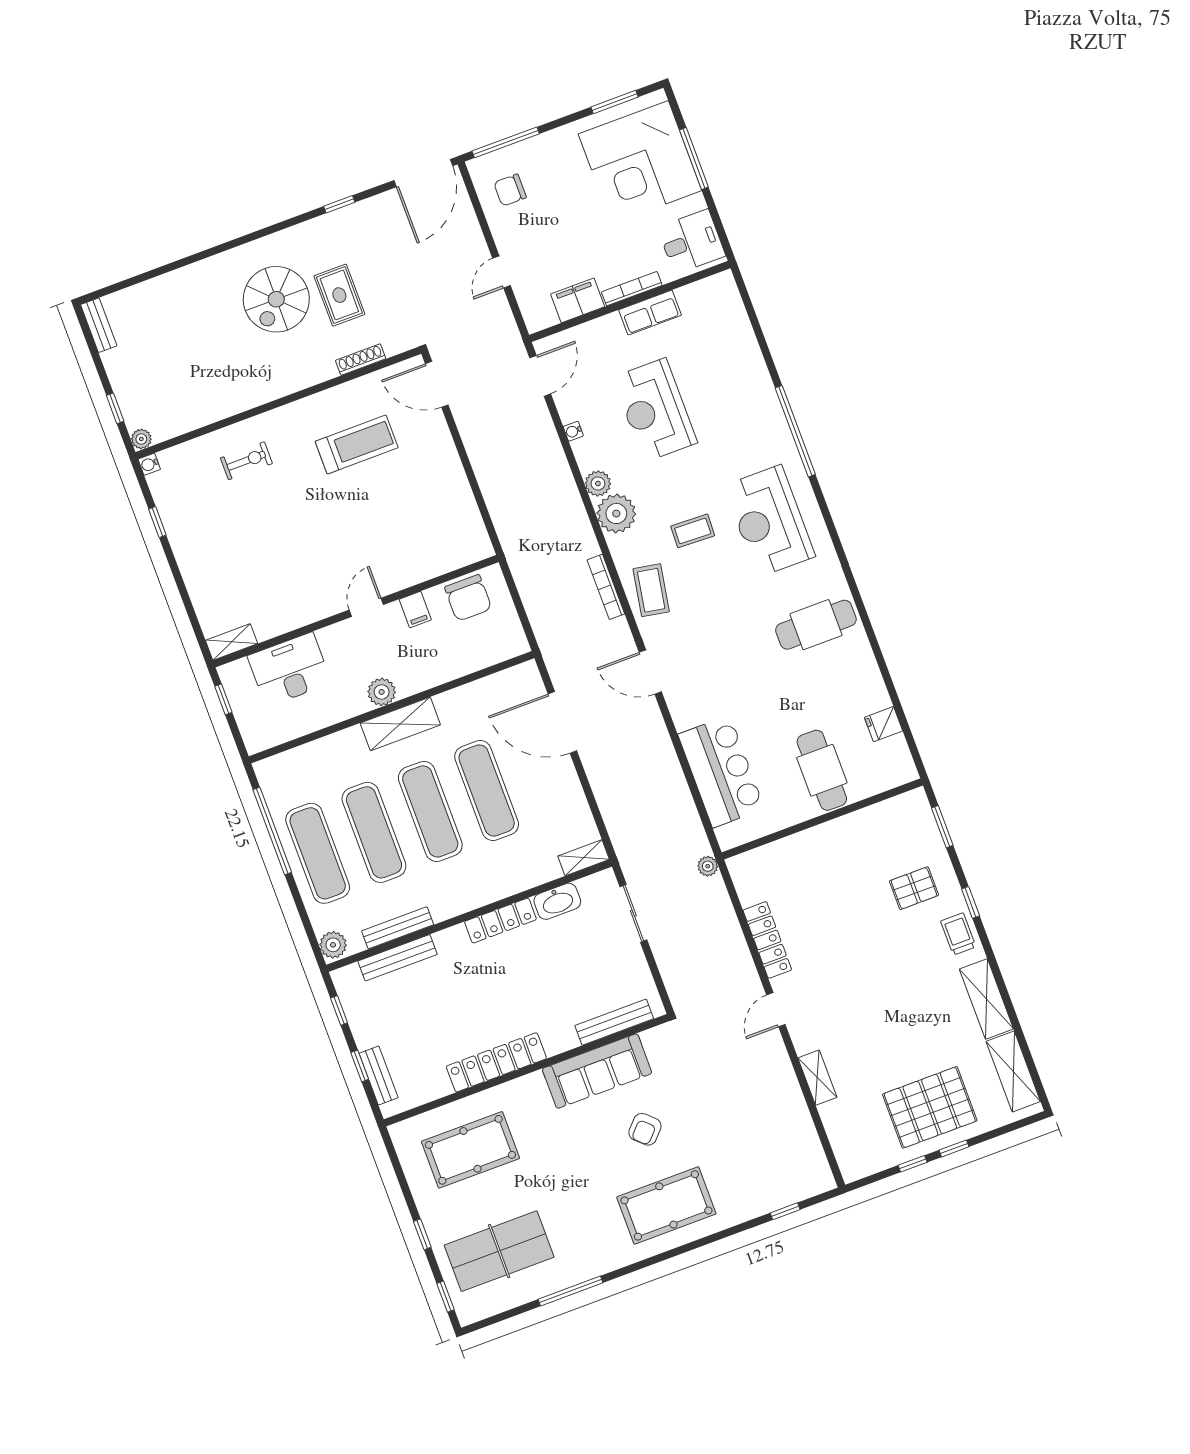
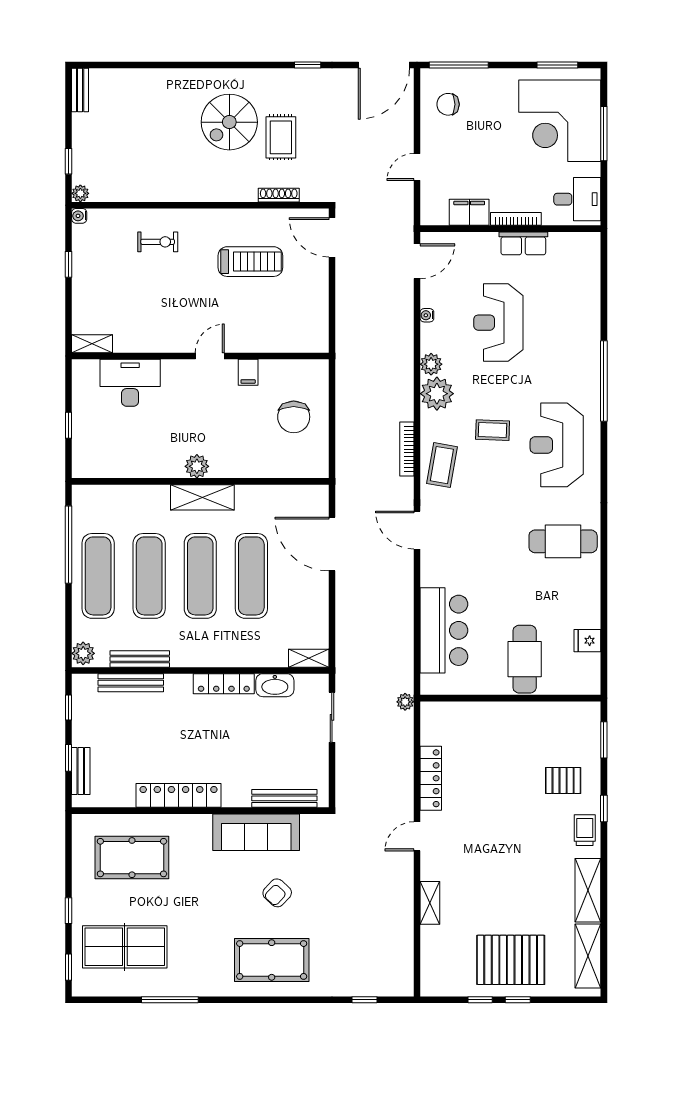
door: (366, 607) -> (210, 356), moved
filing cabinet: (415, 610) -> (248, 372), moved
wall: (356, 611) -> (200, 356), moved
shelving: (232, 642) -> (92, 344), moved
desk: (289, 669) -> (130, 383), moved

